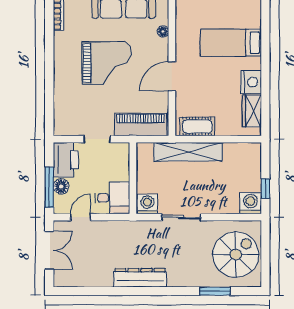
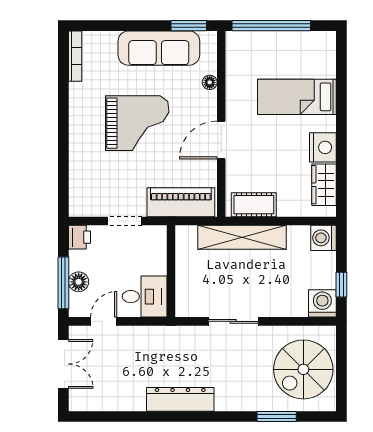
printer: (66, 160) -> (79, 237), width x0.53, depth x0.68
washing machine: (147, 204) -> (324, 238), moved, turned -90
spiral stairs: (236, 255) -> (303, 369), turned 180

